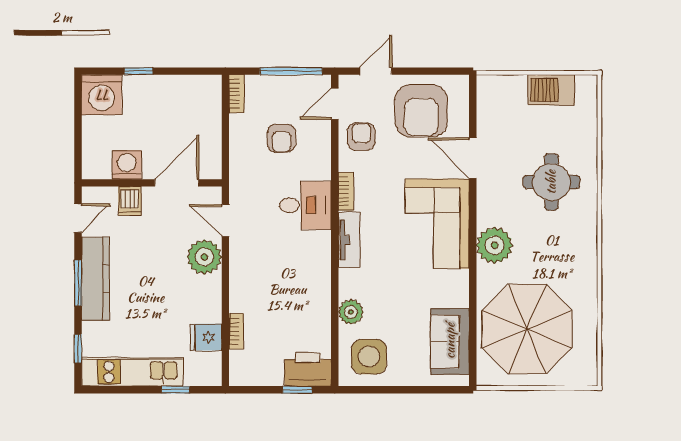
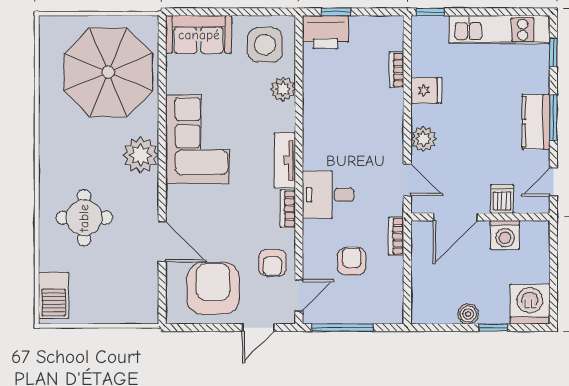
boiler: (164, 85) -> (468, 314), added
barbecue: (551, 90) -> (54, 295), moved, turned 90
bookcase: (237, 94) -> (396, 236), moved
corner sofa: (437, 224) -> (197, 139), moved
plant: (204, 257) -> (423, 139), width x0.73, depth x0.73
kitchen counter: (95, 279) -> (536, 122), width x0.67
fridge: (206, 337) -> (426, 90), moved
sofa: (450, 341) -> (199, 35), moved, turned 90
window: (176, 390) -> (430, 12), moved

